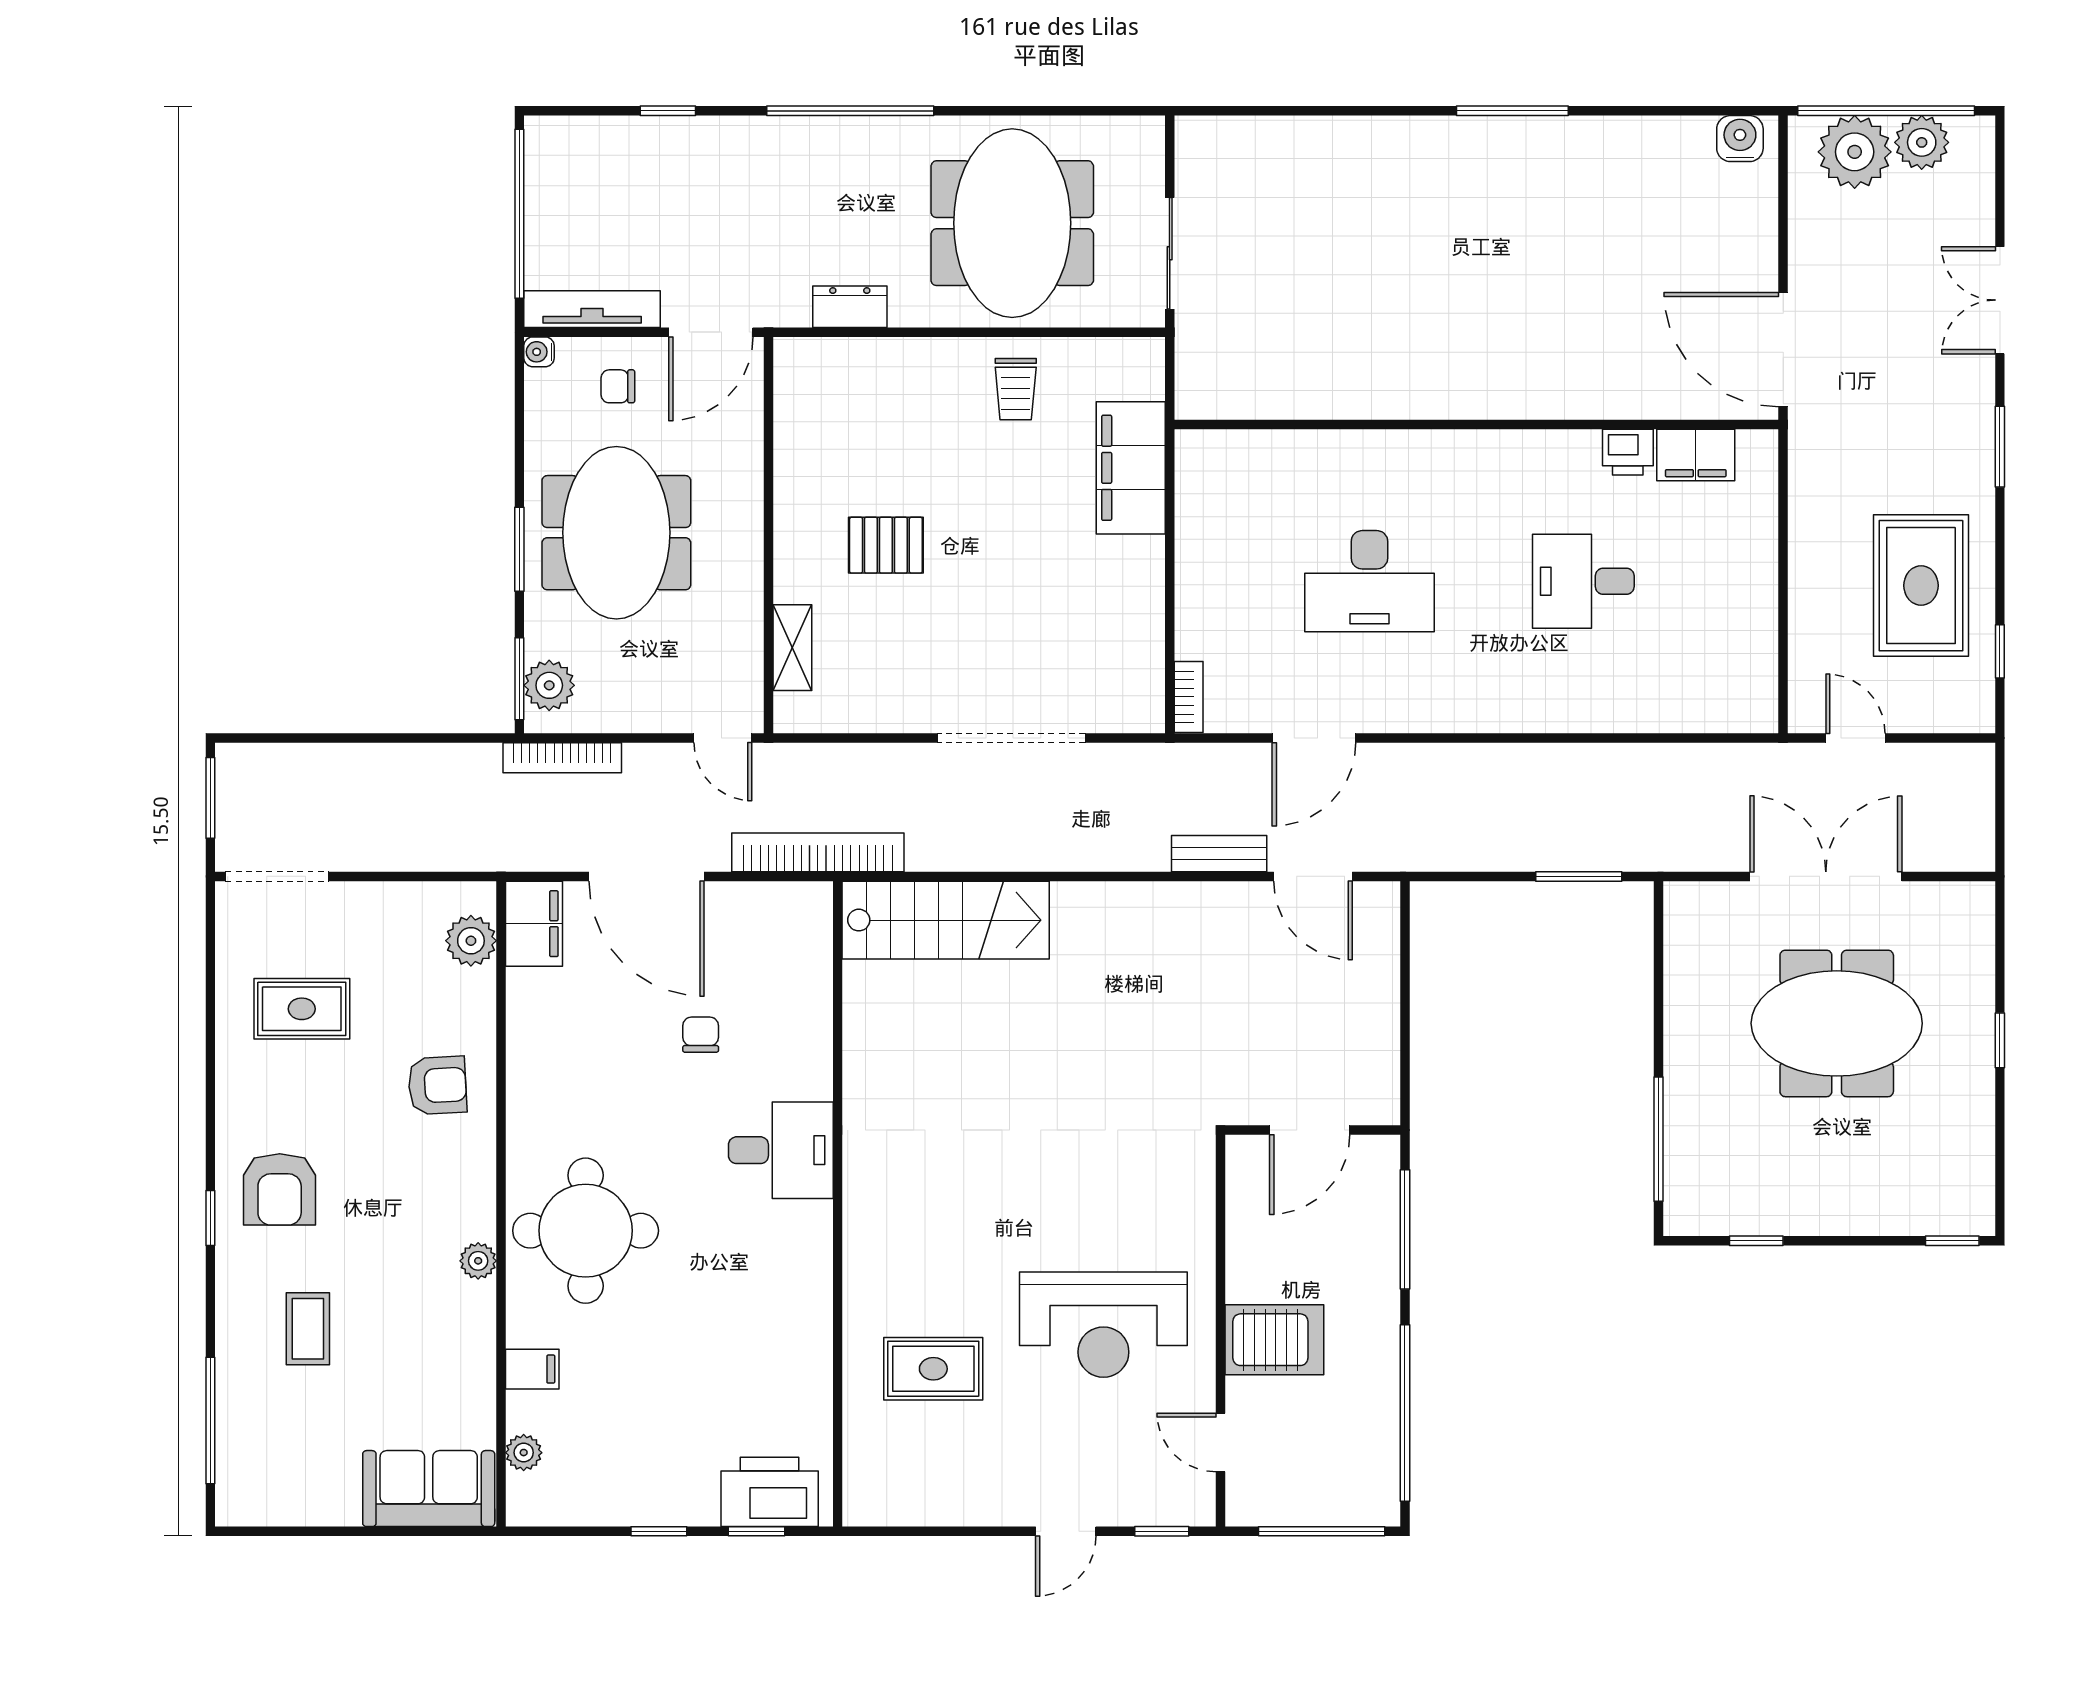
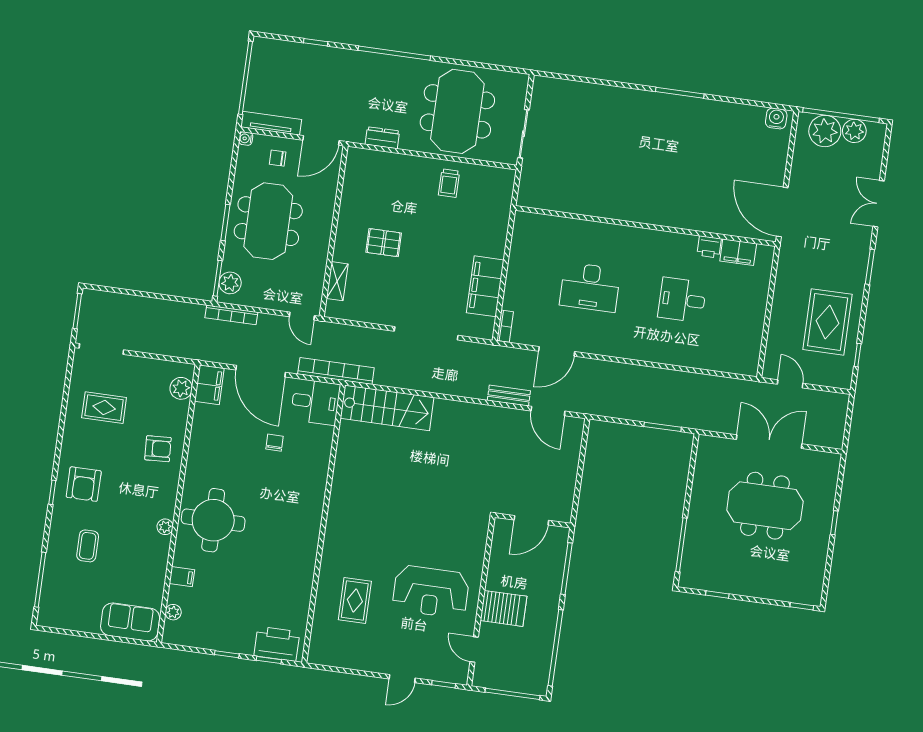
filing cabinet: (1131, 468) -> (485, 286), moved
desk: (781, 1150) -> (315, 402), moved
rug: (933, 1369) -> (355, 601), turned 90

